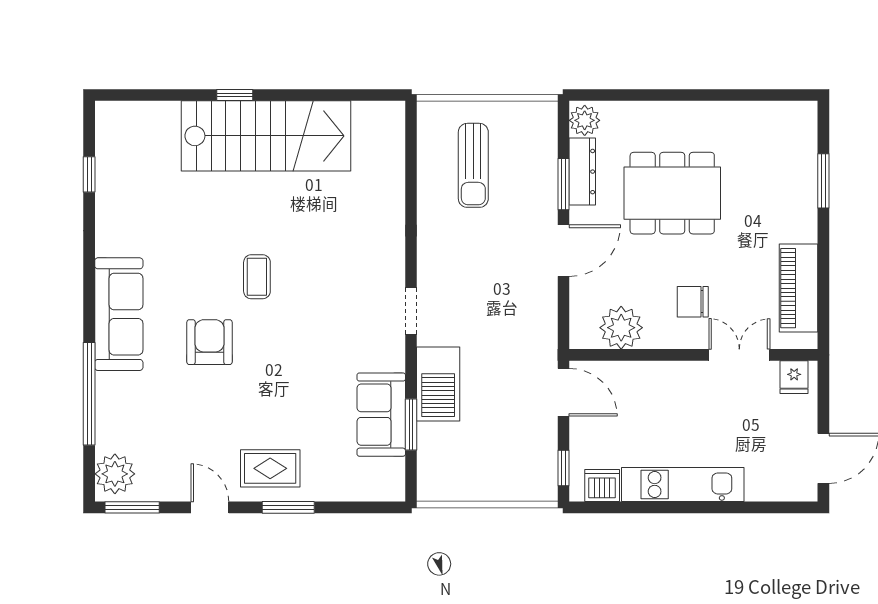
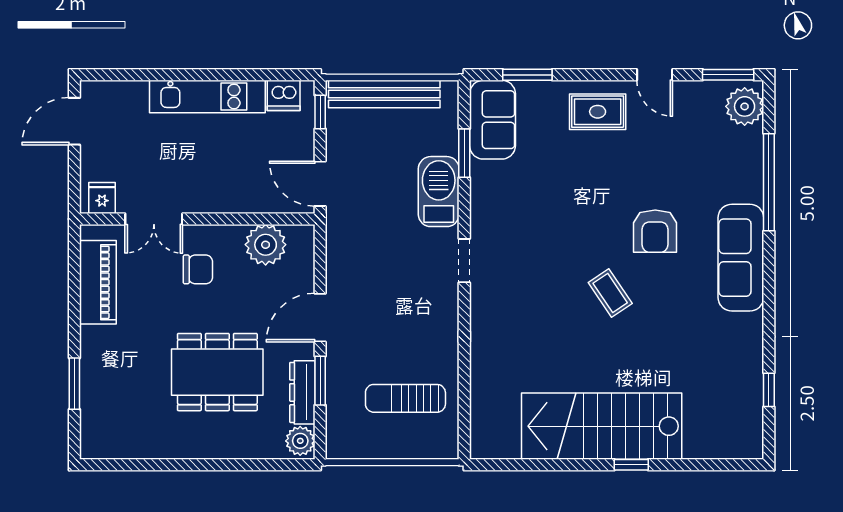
sun lounger: (473, 165) -> (405, 398), turned -90
coffee table: (257, 277) -> (610, 293), turned -34
sofa: (381, 415) -> (493, 120), moved
bench: (496, 487) -> (384, 94), added
window: (288, 507) -> (527, 75), moved

